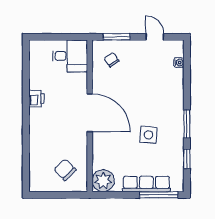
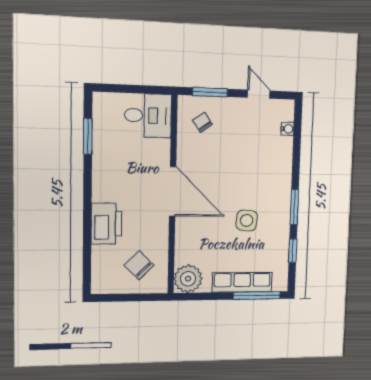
window: (26, 73) -> (88, 136), added
printer: (36, 99) -> (106, 224), moved, width x1.87, depth x1.48

